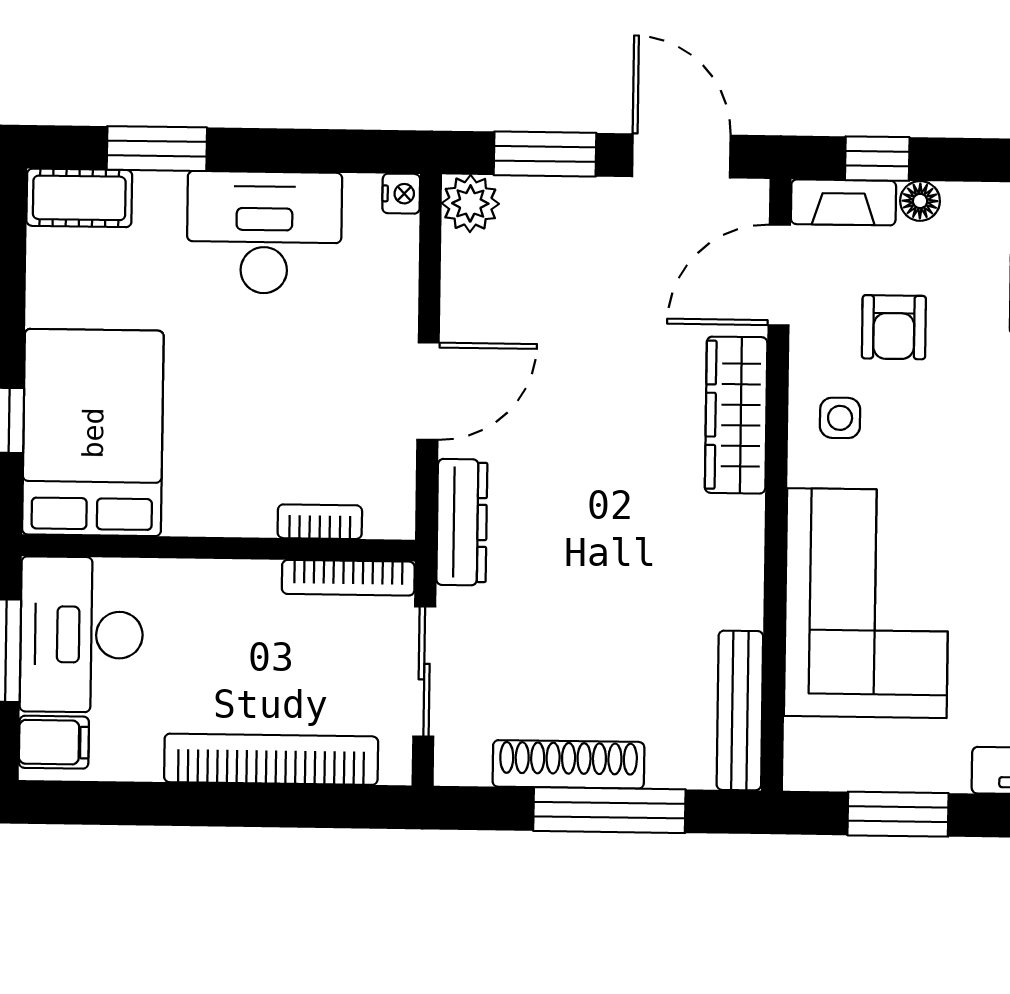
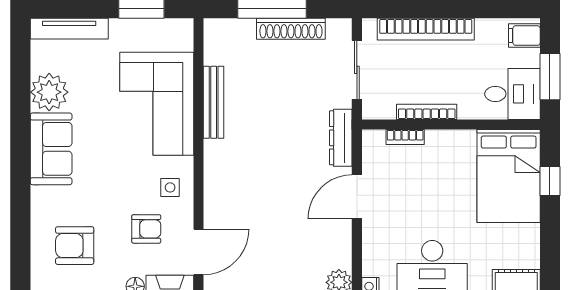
armchair: (894, 327) -> (146, 229), turned 90
wardrobe: (736, 415) -> (217, 188), removed
bookcase: (348, 578) -> (427, 112), moved
desk: (82, 635) -> (512, 94), width x0.73
bench: (740, 710) -> (214, 102), moved

